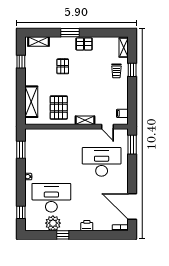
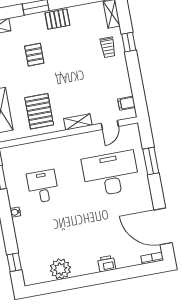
door: (107, 127) -> (110, 125), hinge flipped
window: (132, 145) -> (151, 161), moved
desk: (51, 198) -> (43, 186), moved, width x0.53, depth x0.77
window: (63, 235) -> (76, 282), removed

